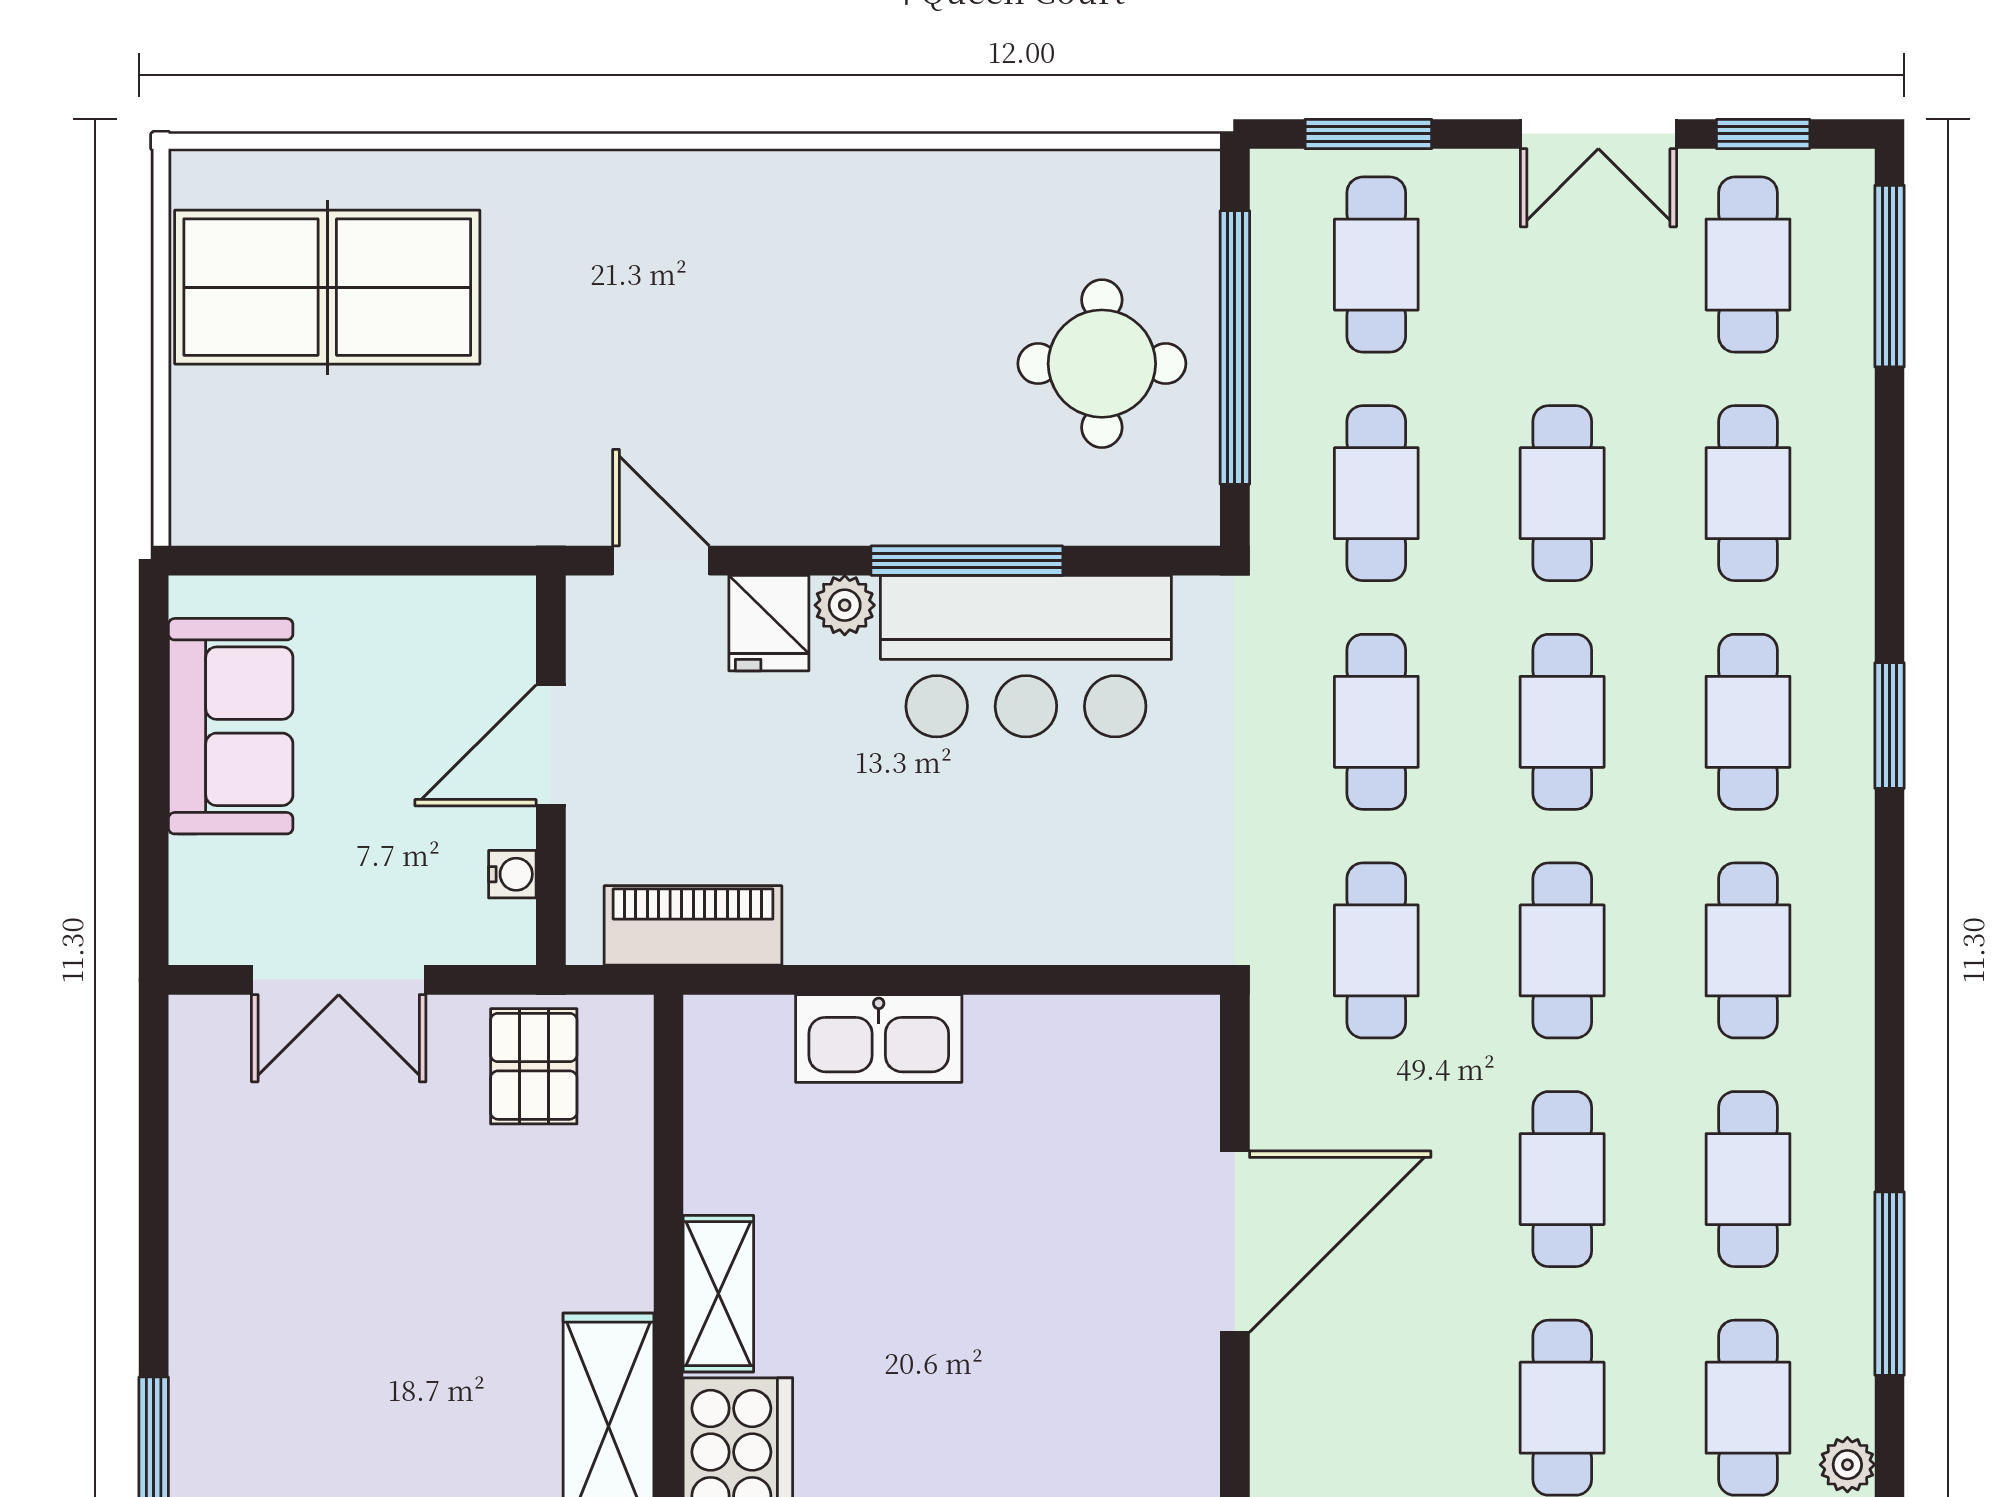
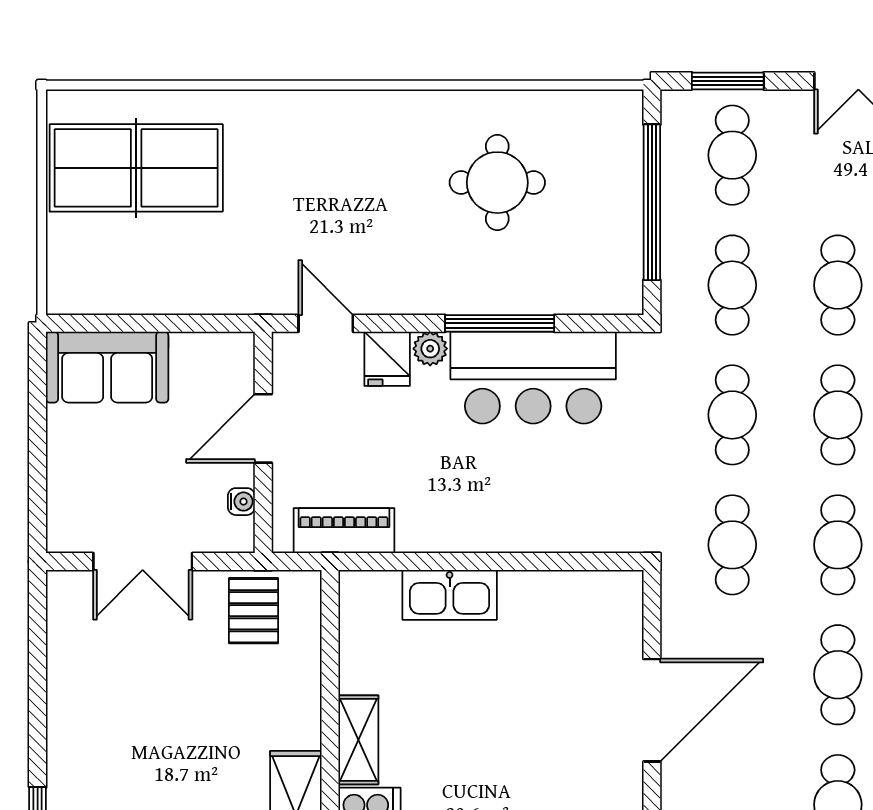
round table: (1102, 364) -> (497, 183), moved
sofa: (231, 726) -> (107, 367), moved, turned 90

